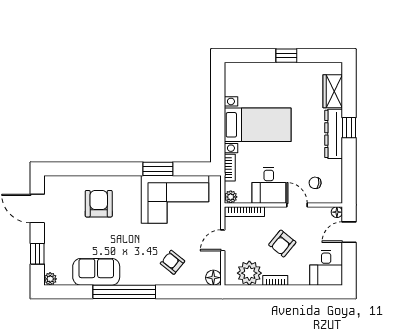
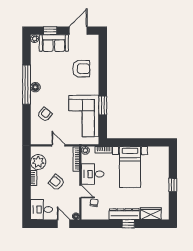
door: (297, 205) -> (80, 191), hinge flipped
sofa: (96, 272) -> (54, 43), moved, turned 90
floor lamp: (213, 278) -> (35, 87), moved

